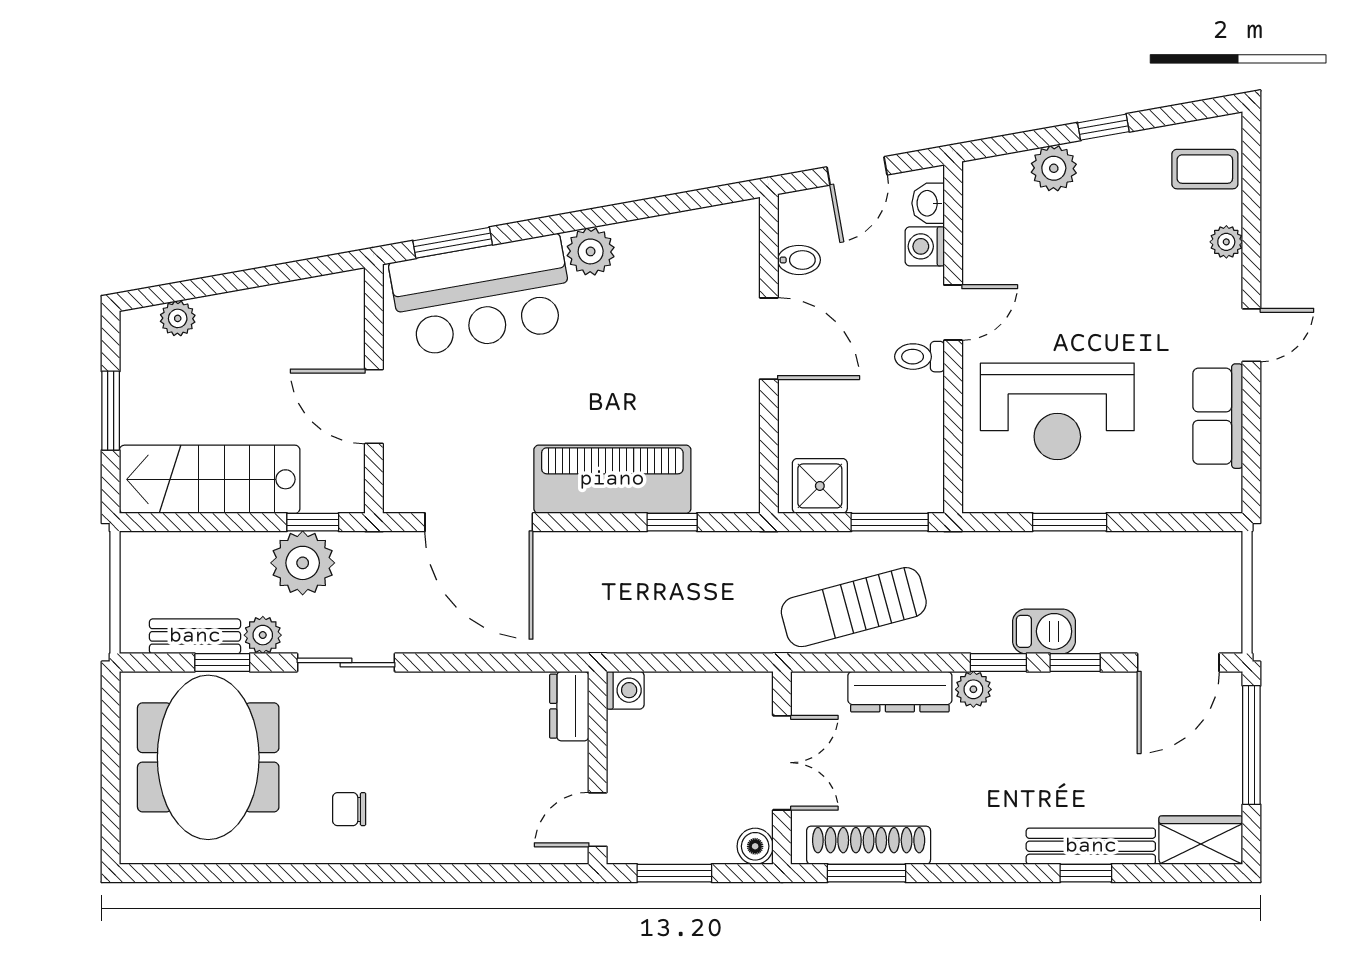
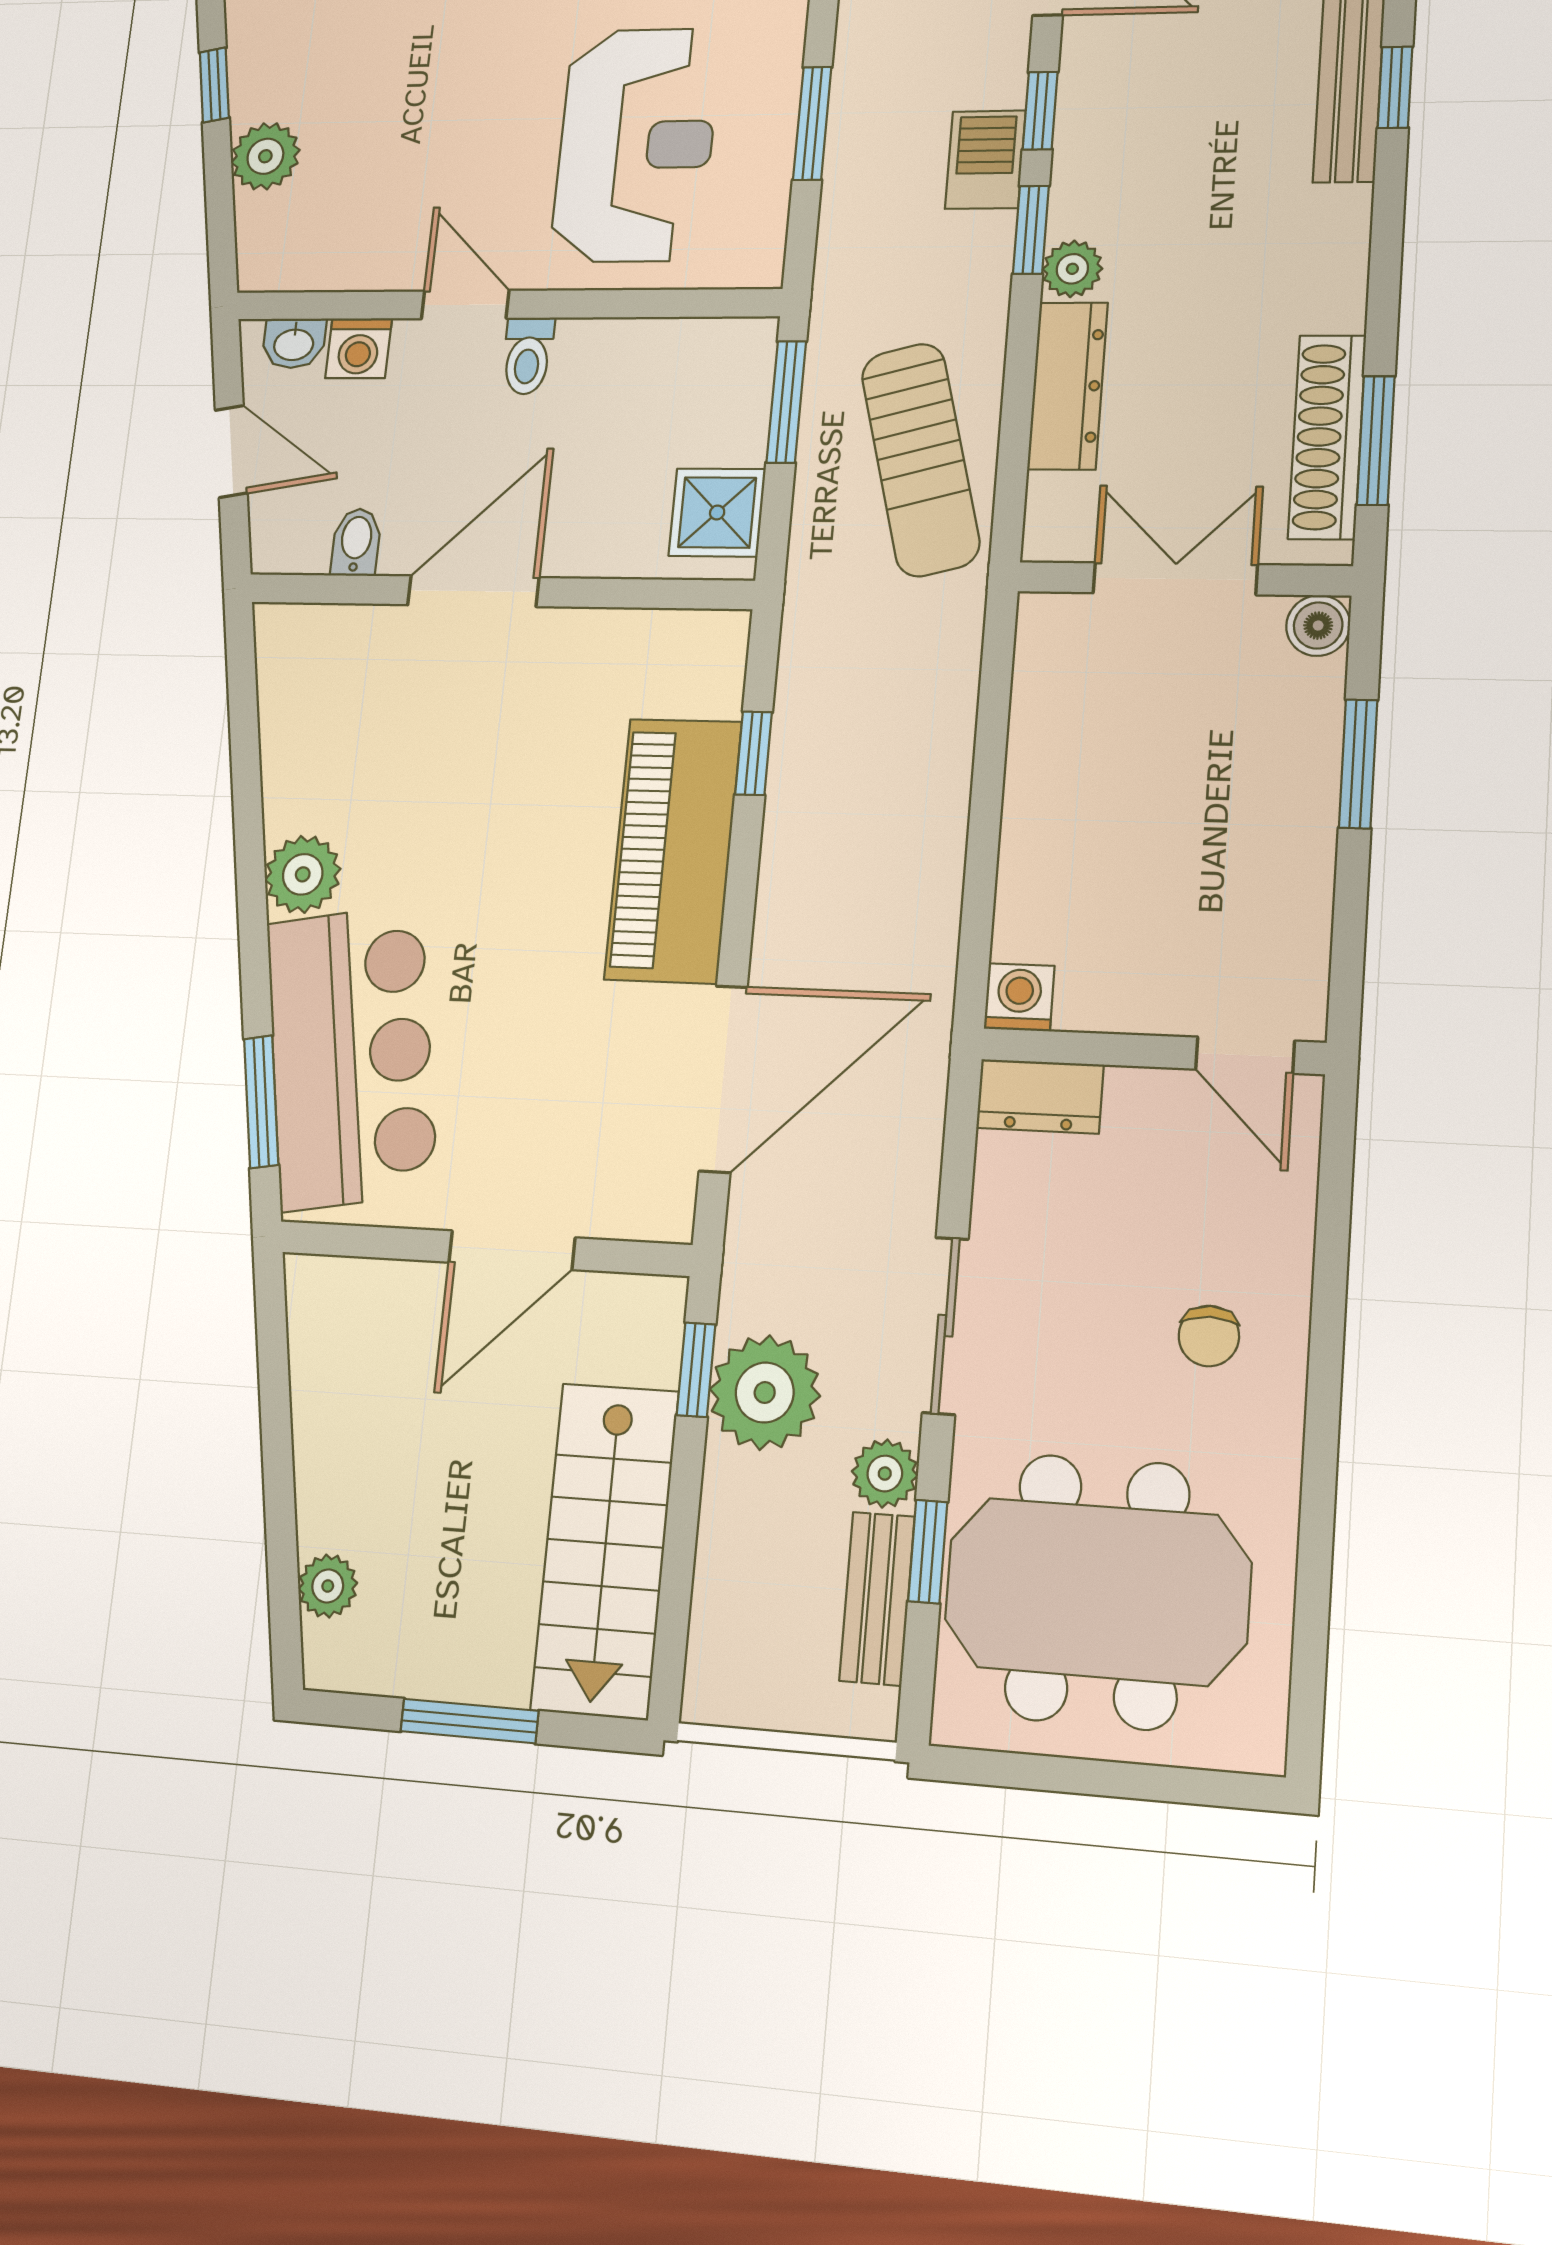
washing machine: (625, 690) -> (1019, 997), moved
dresser: (569, 706) -> (1040, 1096), moved
wall: (598, 768) -> (1152, 1051), moved
door: (598, 820) -> (1245, 1055), moved

